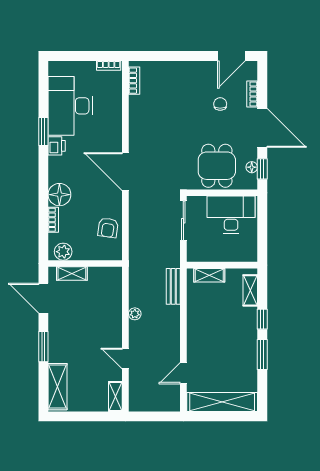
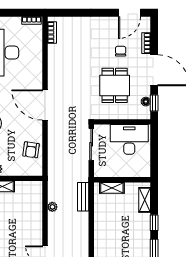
dining table: (217, 166) -> (115, 85), moved
plant: (135, 314) -> (52, 207), moved

